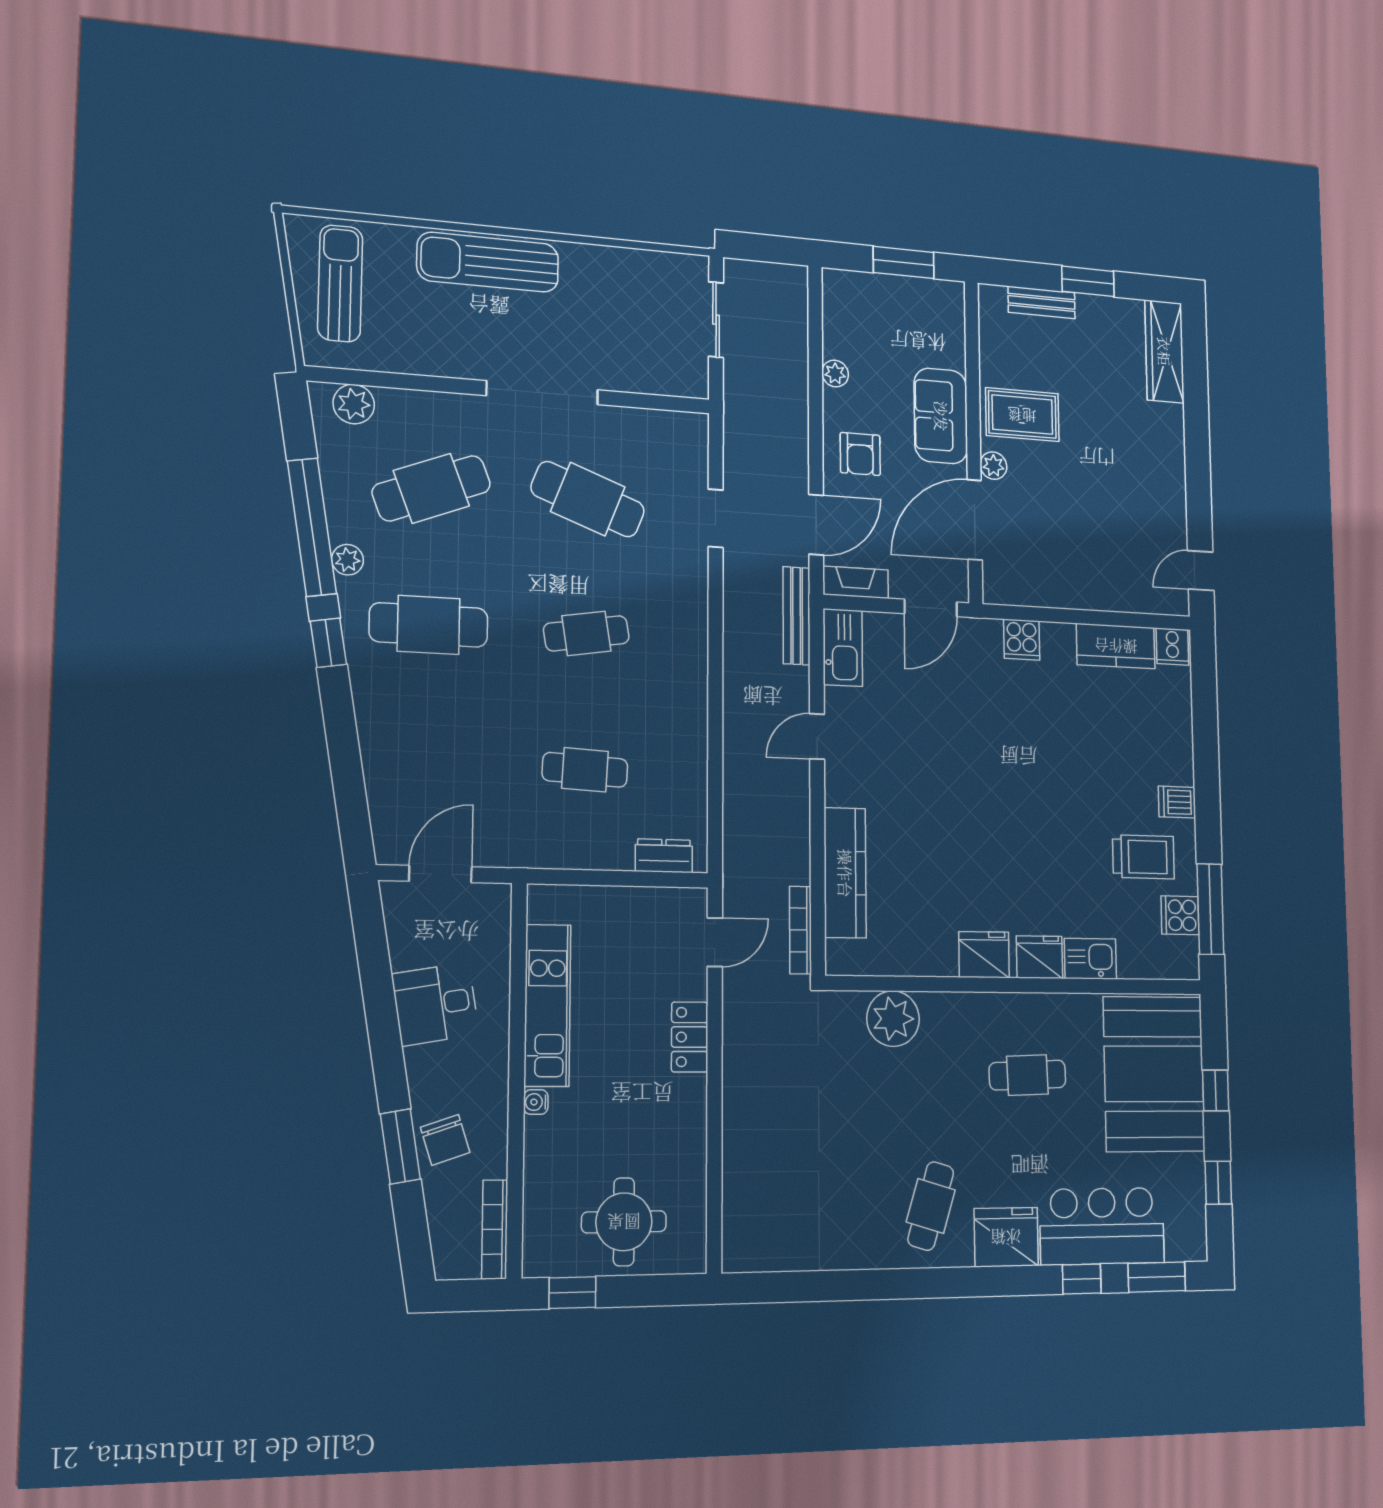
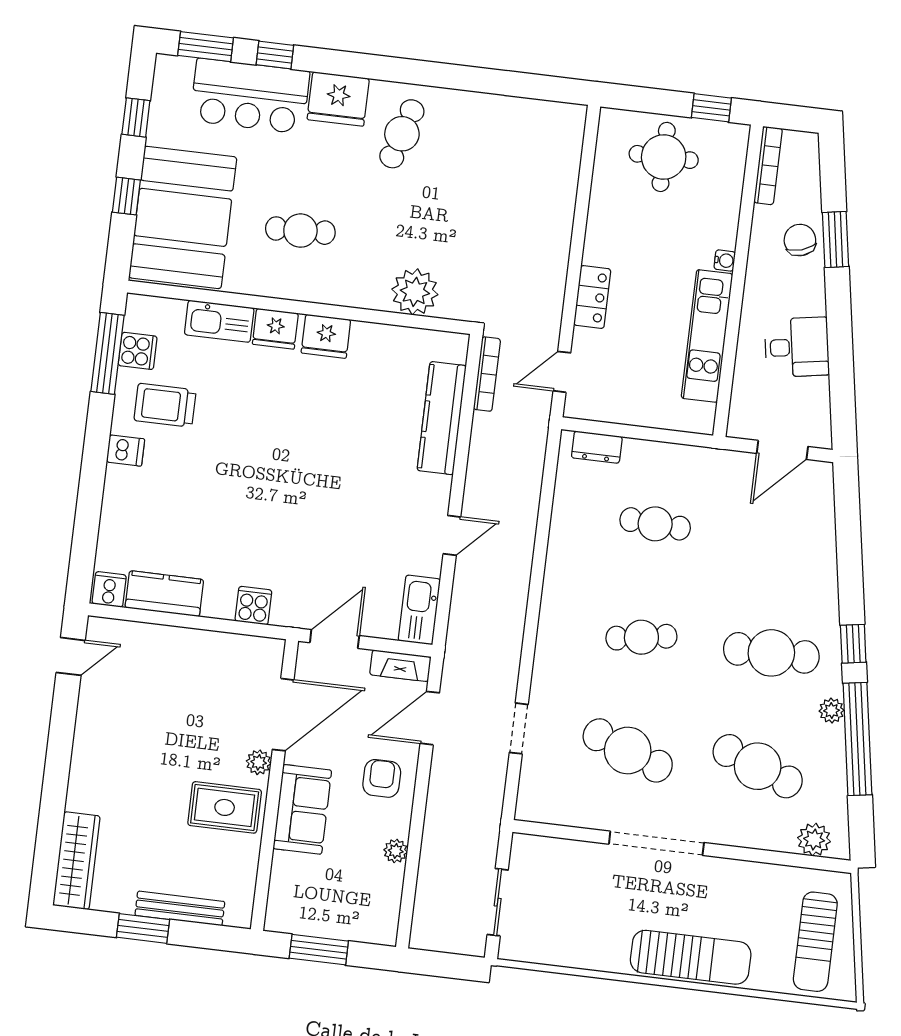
bench: (1042, 302) -> (180, 908), width x1.36
cafe table: (431, 488) -> (758, 766), turned 42
bench: (797, 616) -> (457, 640), removed
kitchen sink: (1090, 959) -> (219, 321), width x1.38

